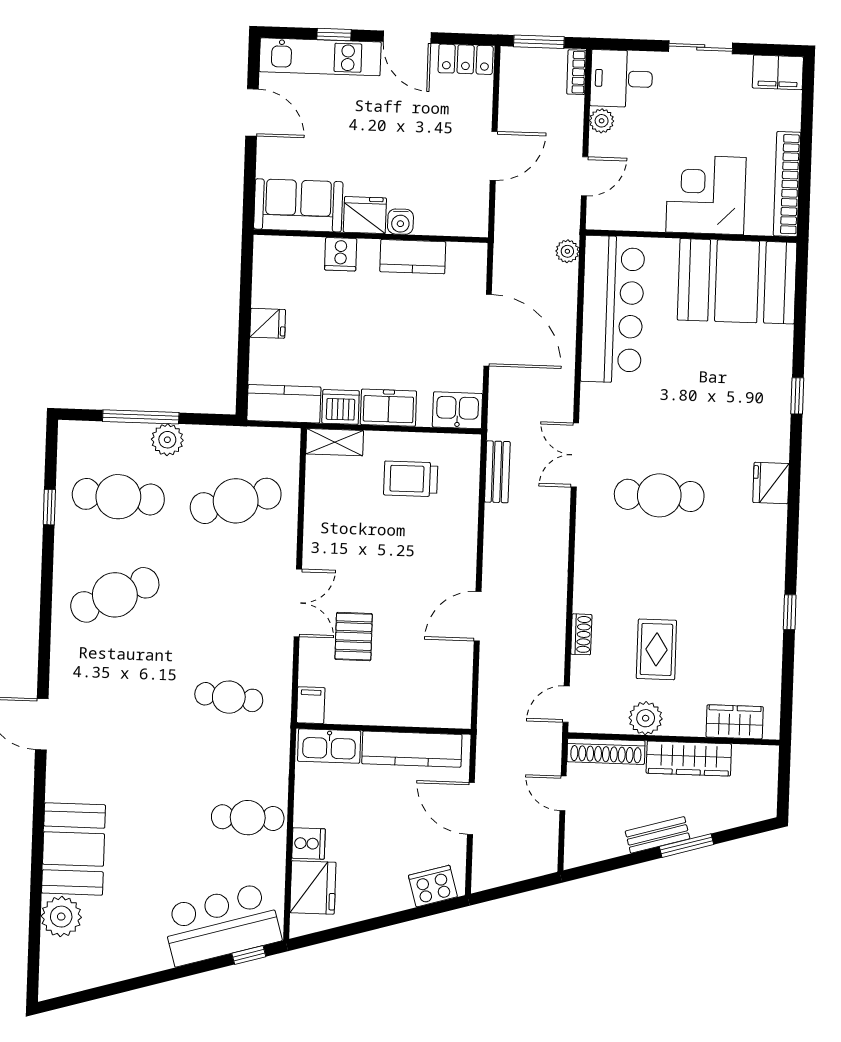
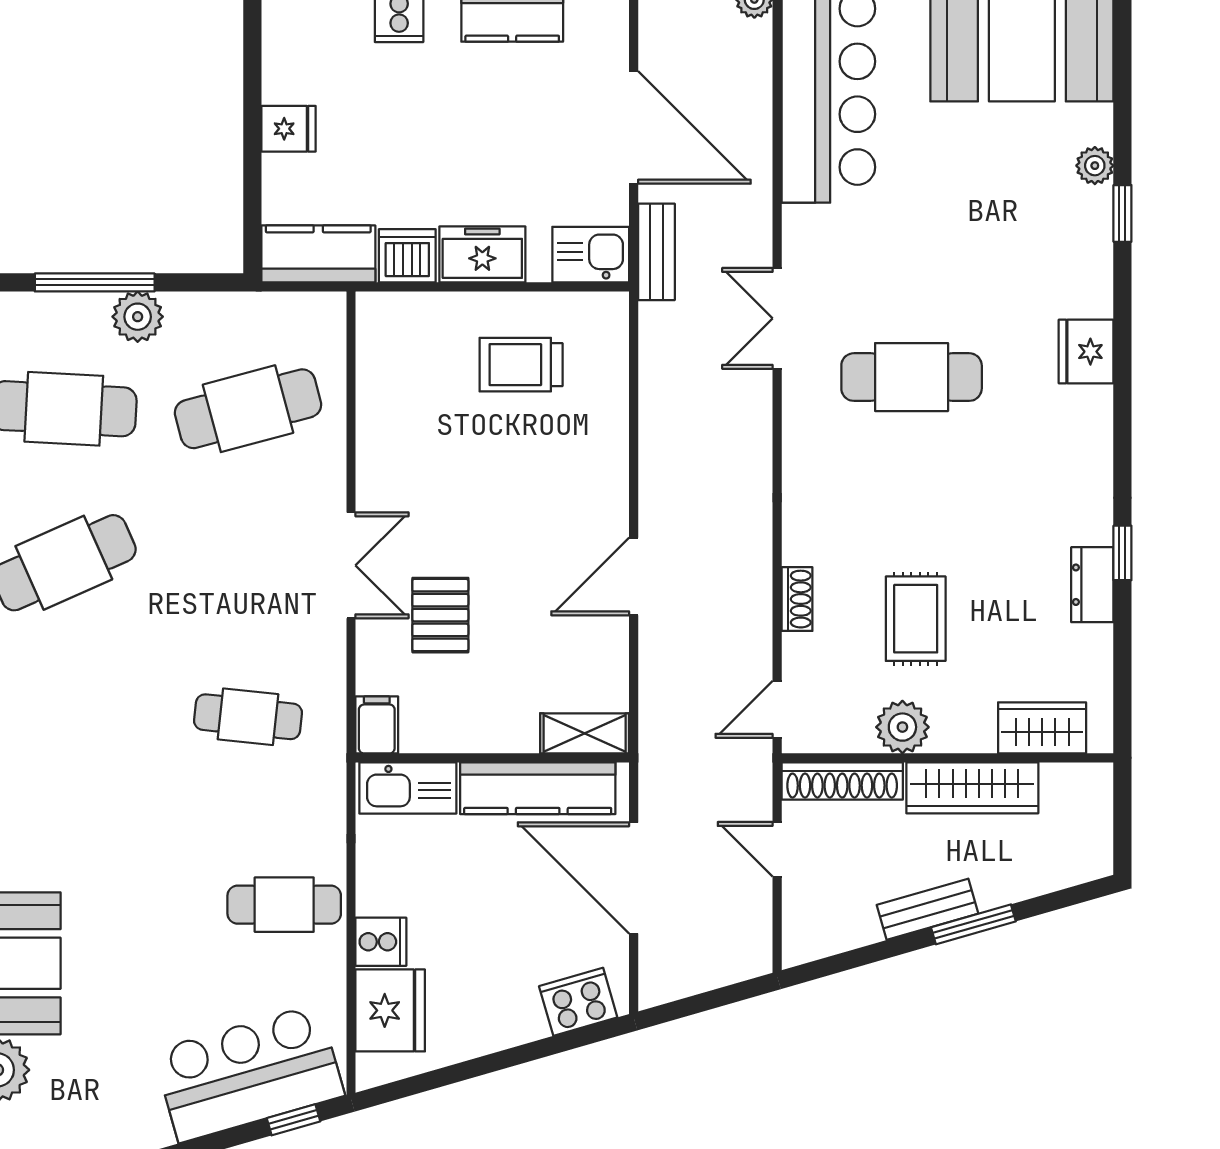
plant: (781, 365) -> (1095, 166), added
shelving: (335, 442) -> (585, 733), moved
bench: (497, 472) -> (656, 252), moved
dresser: (770, 632) -> (1092, 585), added
door: (471, 808) -> (634, 878), width x1.36

